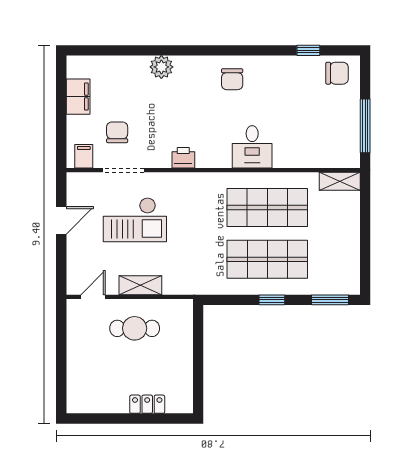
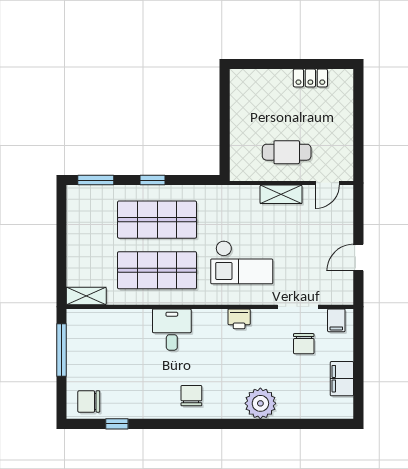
plant: (161, 67) -> (260, 403), width x1.36, depth x1.36
checkout: (135, 220) -> (242, 262), moved, turned 180
locker: (147, 404) -> (310, 78), moved

